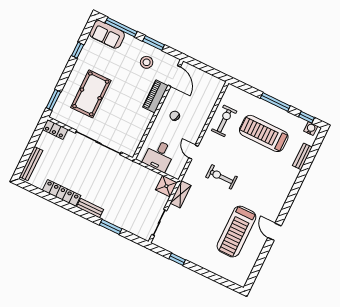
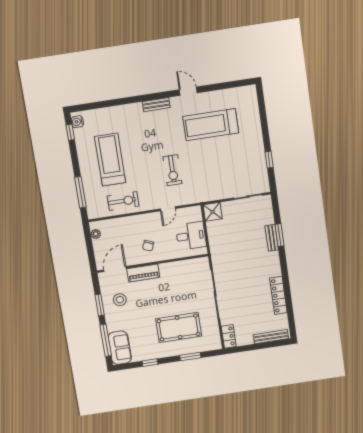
plant: (213, 81) -> (96, 234), added
window: (53, 100) -> (190, 357), moved
window: (275, 102) -> (80, 192), moved
exercise bike: (224, 121) -> (123, 201), turned 180
treadmill: (264, 133) -> (110, 160), turned 180
bench: (302, 156) -> (156, 105), moved
shelving: (181, 194) -> (211, 195), removed
bench: (90, 208) -> (272, 238), moved
treadmill: (236, 232) -> (211, 125), turned 180
door: (275, 232) -> (188, 91), swing flipped

